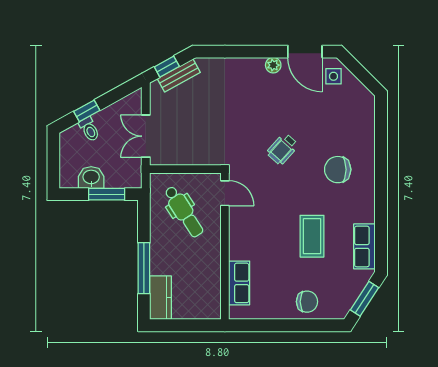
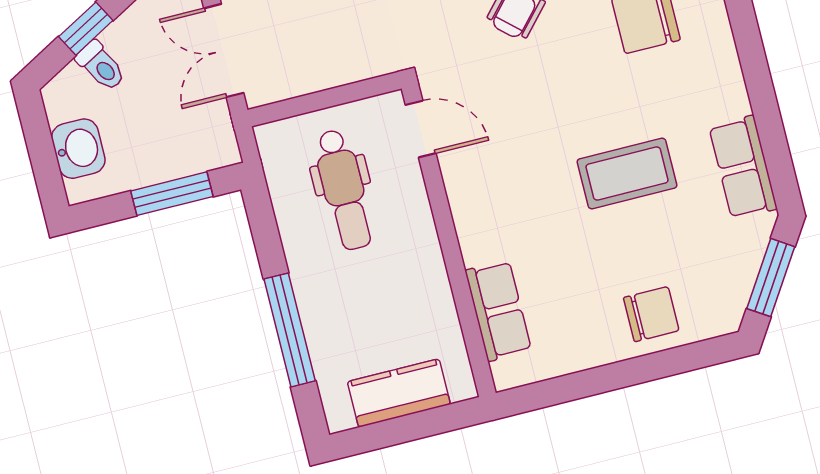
washbasin: (91, 178) -> (78, 149), moved, turned 90
dental chair: (184, 212) -> (344, 190), turned 33
coffee table: (312, 236) -> (627, 174), turned 90
kitchen counter: (161, 298) -> (399, 393), moved, turned -90

